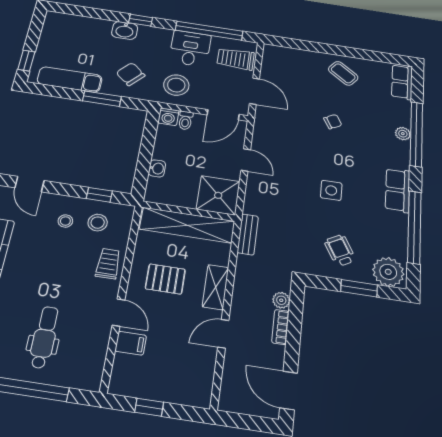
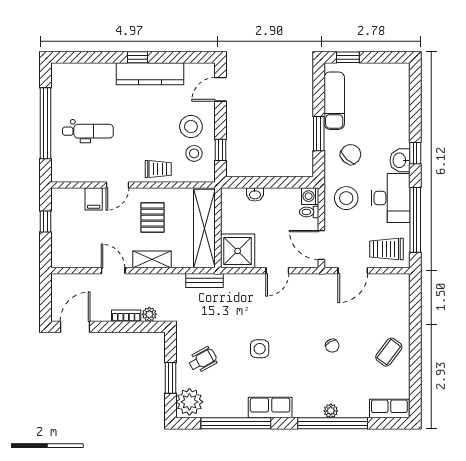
washbasin: (125, 30) -> (400, 160), moved
desk: (190, 49) -> (390, 198), width x1.37
trolley: (236, 59) -> (386, 249), turned -90
stool: (65, 221) -> (191, 127), width x1.89, depth x1.89

